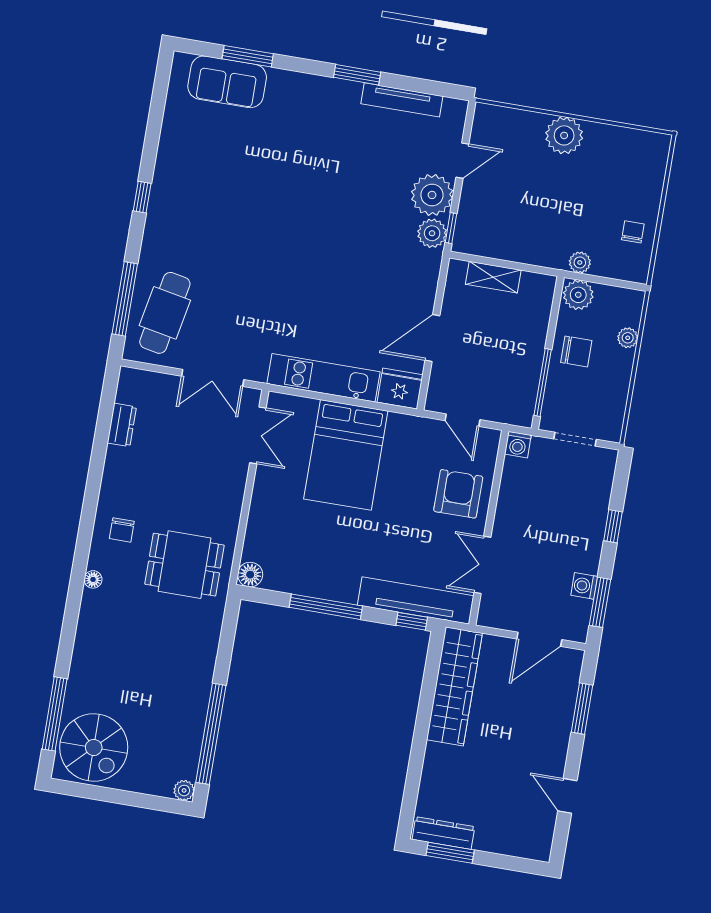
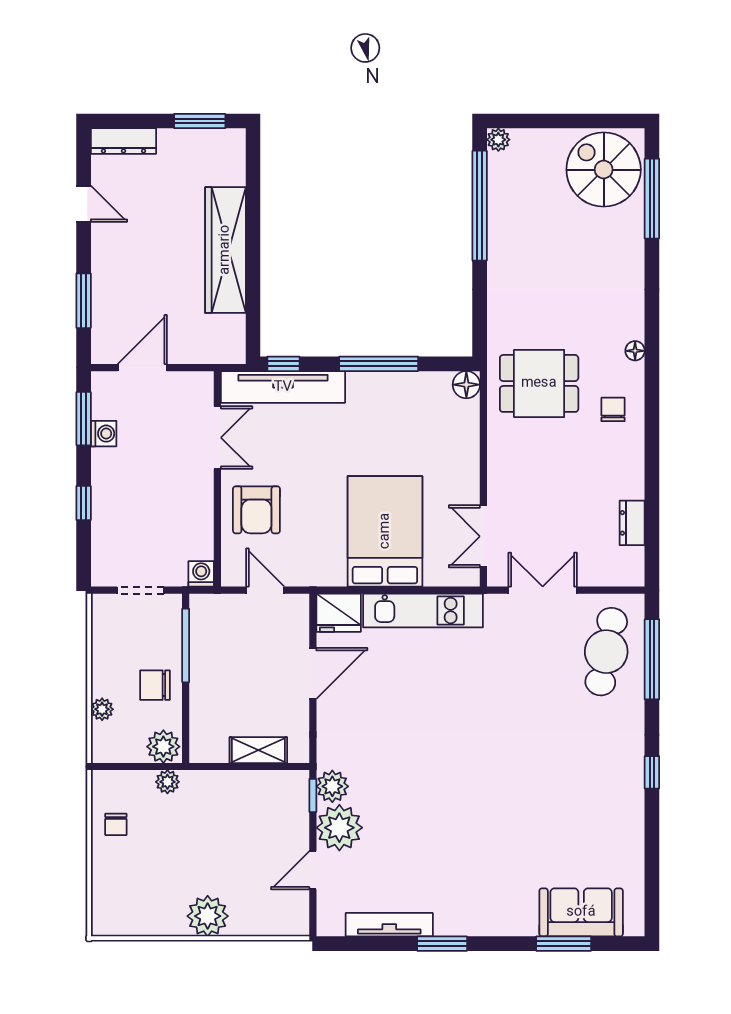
wardrobe: (454, 686) -> (225, 250), moved
dresser: (443, 833) -> (123, 141), moved

